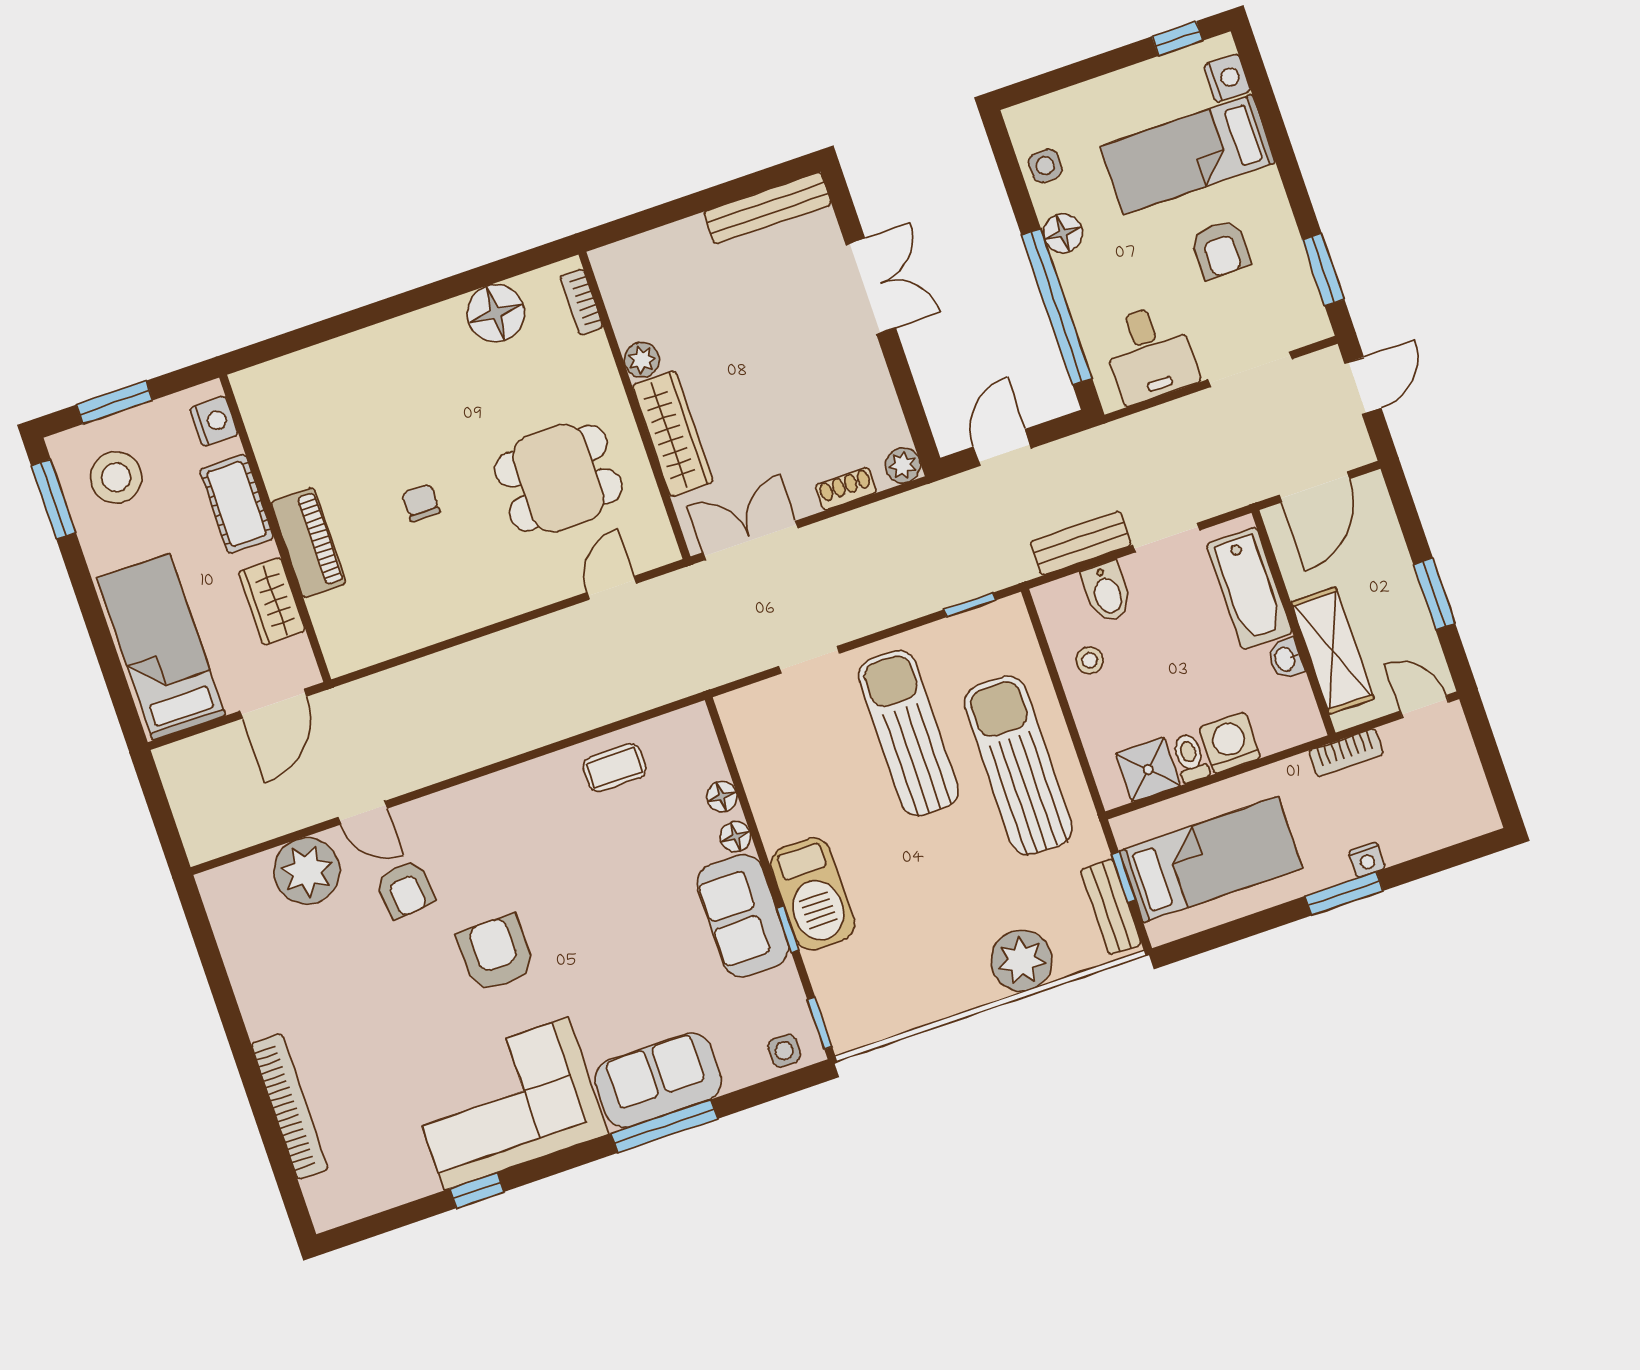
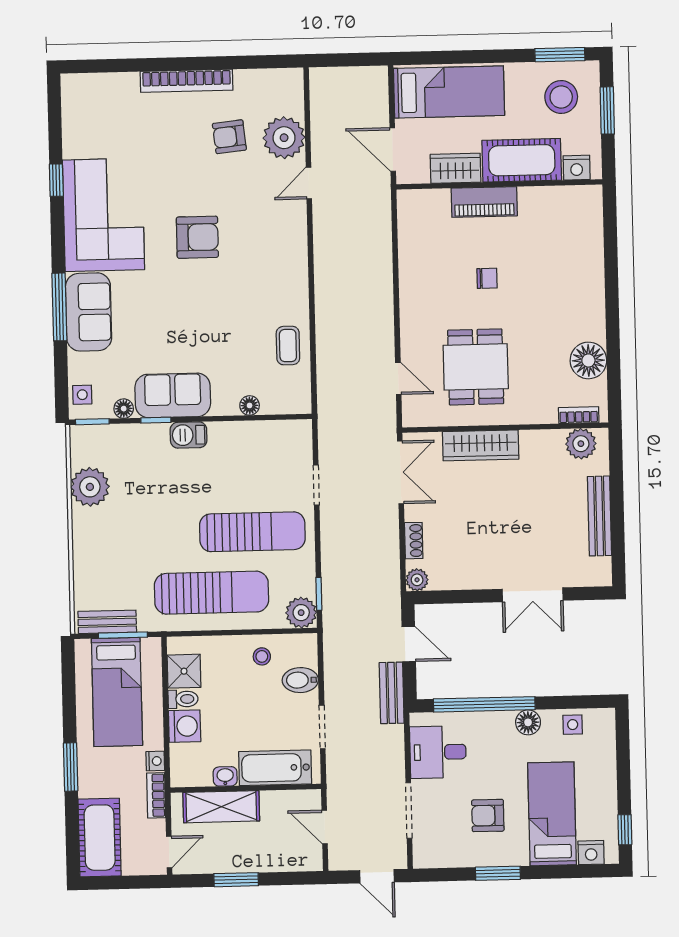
bench: (768, 208) -> (599, 516), moved
window: (1323, 270) -> (498, 873), moved
plant: (642, 360) -> (581, 444), moved, width x1.38, depth x1.38
door: (1314, 487) -> (325, 827), width x0.73
cot: (237, 504) -> (522, 160), width x1.37, depth x1.34
bench: (1081, 543) -> (392, 693), moved
plant: (1006, 622) -> (301, 613), added
cot: (1436, 817) -> (100, 838), added
floor lamp: (736, 837) -> (124, 409), moved
nightstand: (1367, 860) -> (155, 761), moved, turned 180
window: (1123, 877) -> (123, 635), width x1.50
armchair: (405, 889) -> (229, 137), moved
barbecue: (813, 894) -> (189, 435), width x0.53, depth x0.65
plant: (1022, 961) -> (90, 487), moved
bookcase: (290, 1106) -> (187, 81), moved

